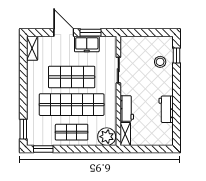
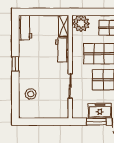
window: (176, 55) -> (15, 64), moved
workbench: (166, 109) -> (25, 28), moved

